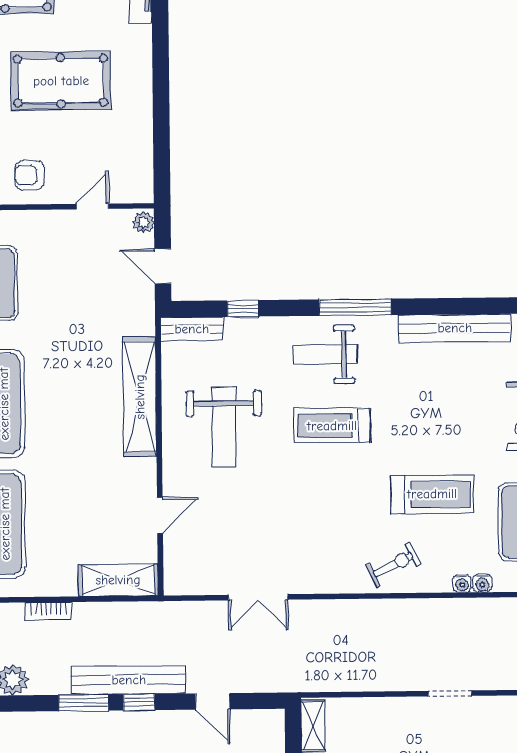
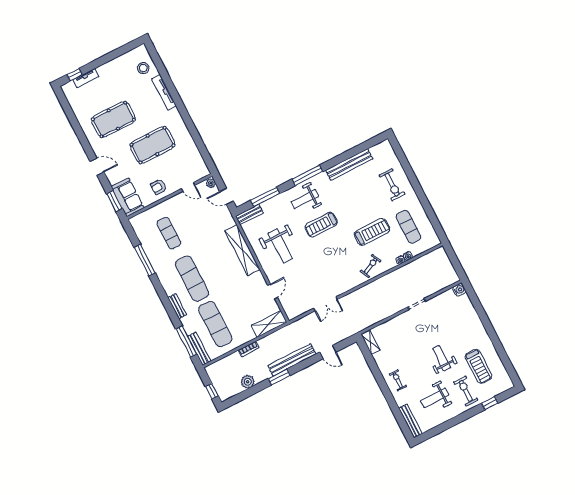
door: (92, 206) -> (188, 187), swing flipped
window: (243, 308) -> (265, 197), width x2.17
window: (139, 702) -> (300, 366), removed

